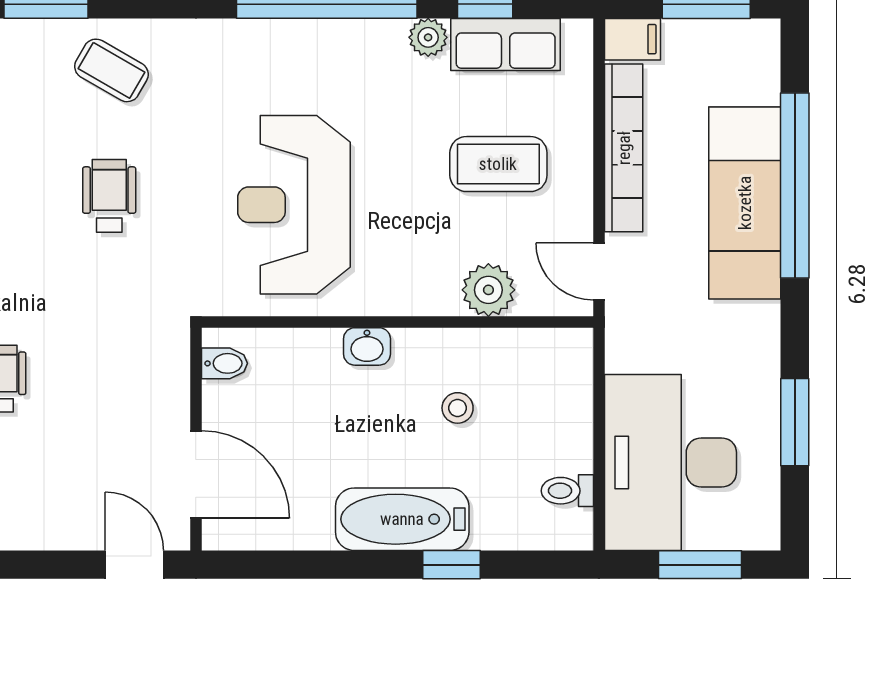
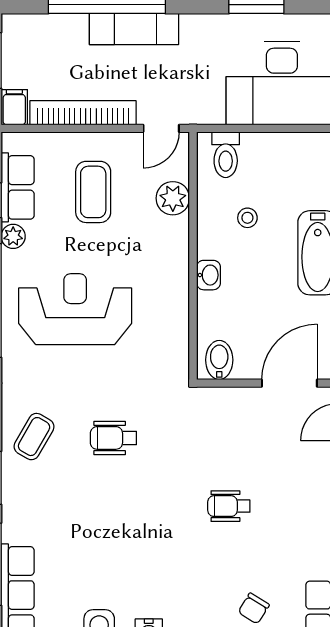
exam couch: (745, 203) -> (134, 29), width x0.73, depth x0.69
reception desk: (294, 205) -> (75, 309), moved, turned 180
bidet: (224, 363) -> (219, 360), width x1.38, depth x1.36
toilet: (567, 491) -> (226, 155), moved, width x1.37, depth x1.39

